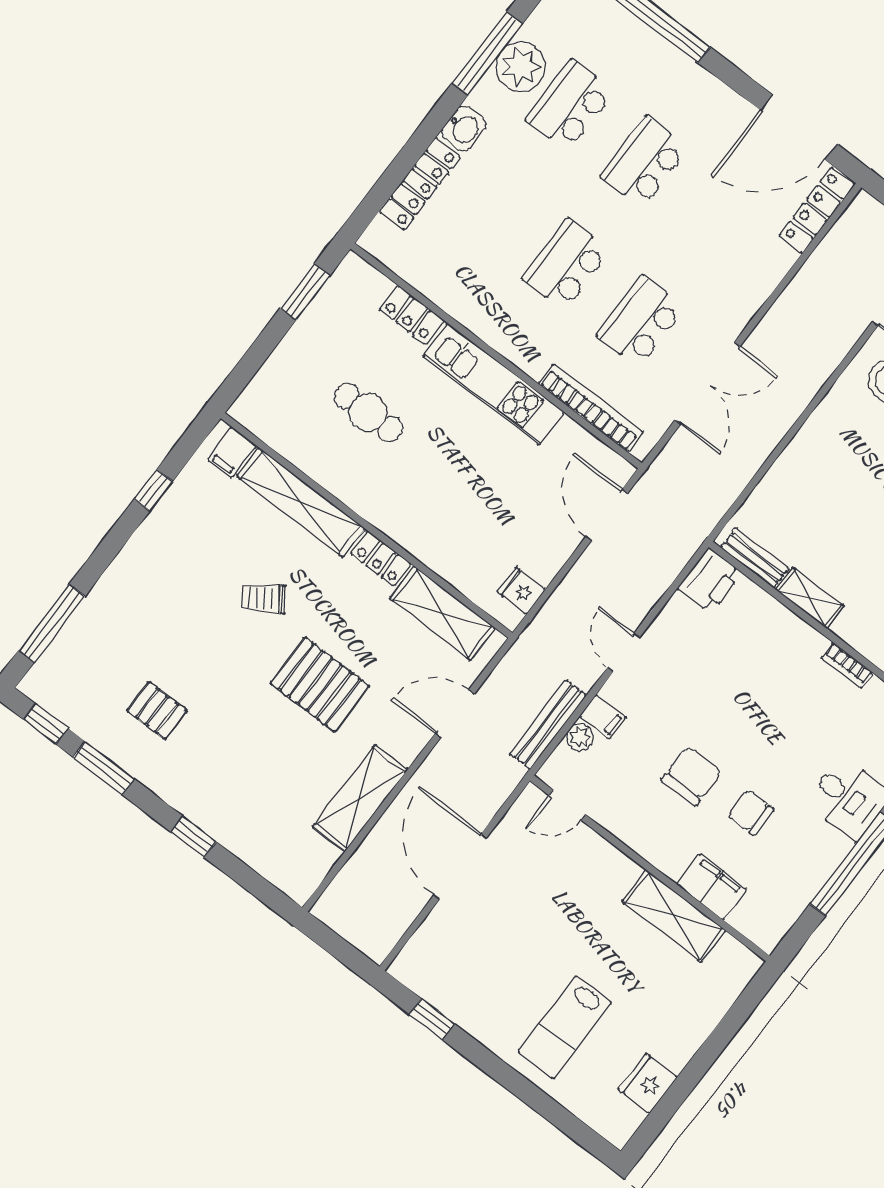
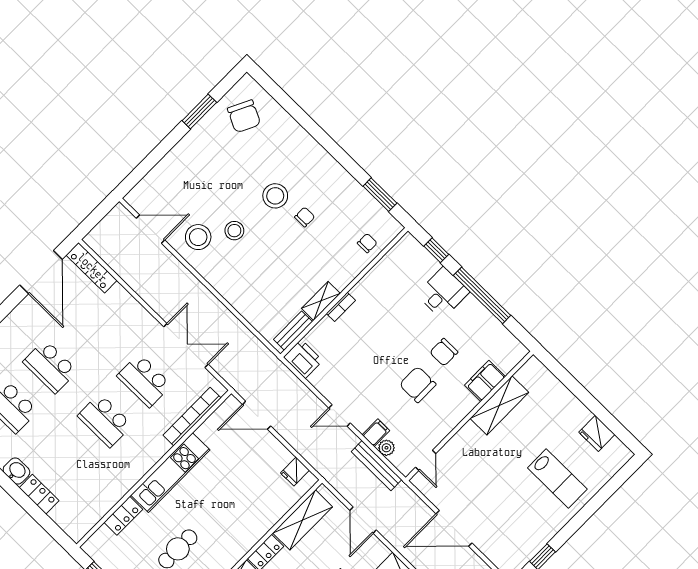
locker: (420, 184) -> (39, 494), width x0.66
bookcase: (847, 665) -> (341, 307), moved

